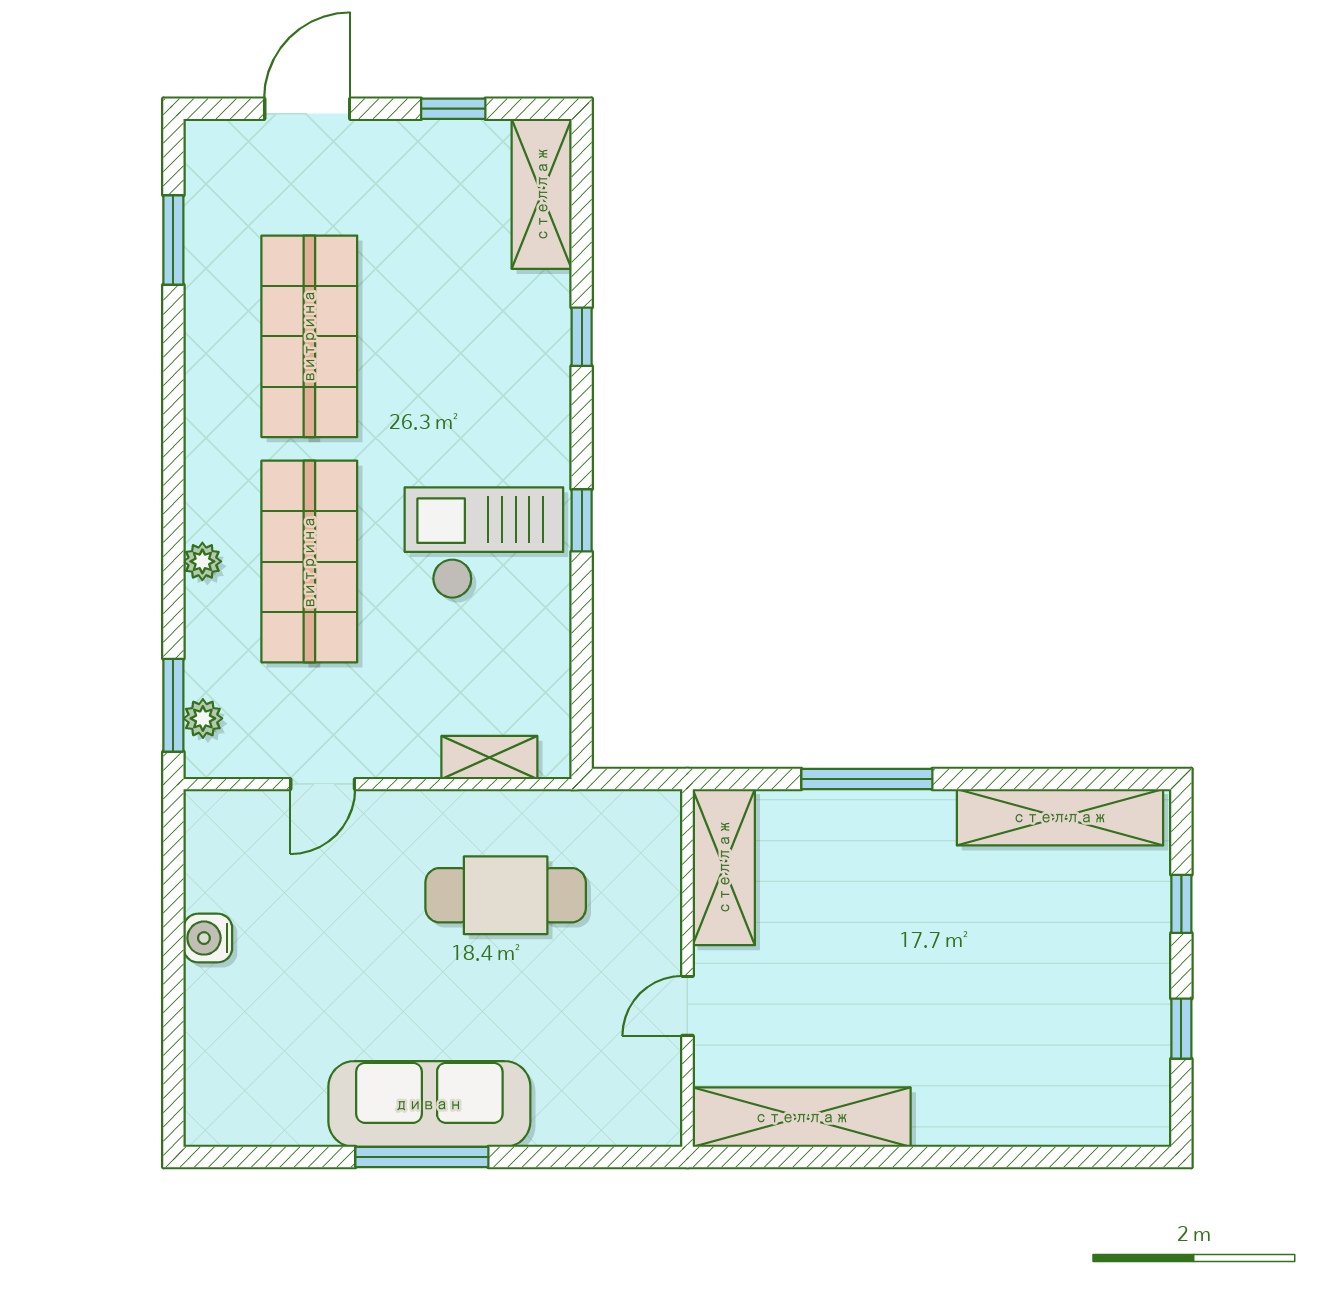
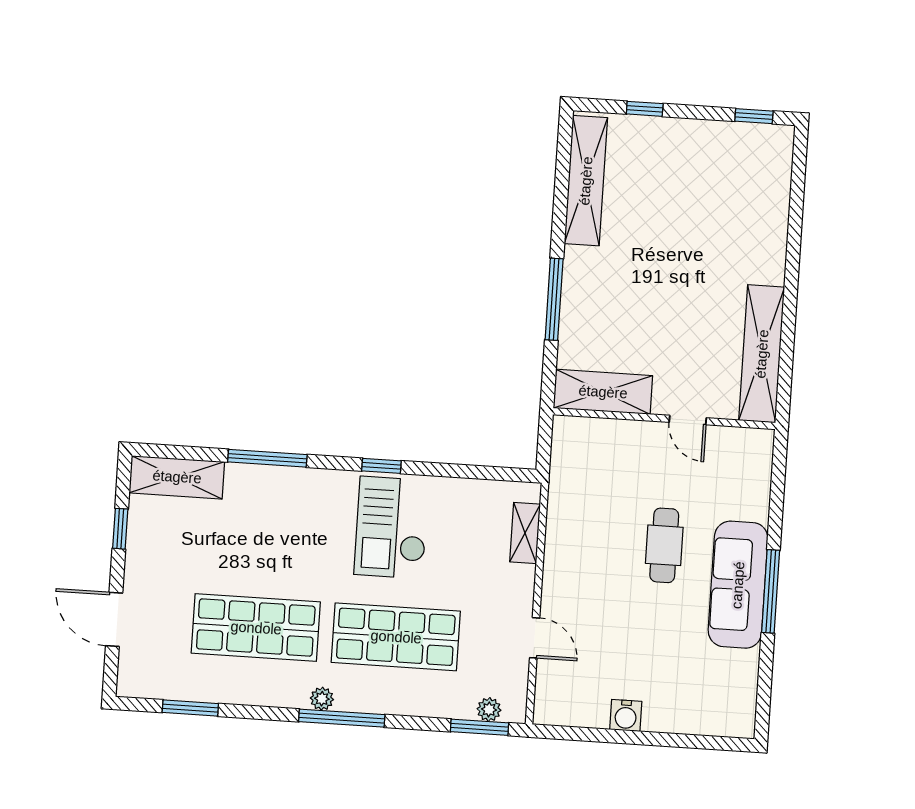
window: (582, 337) -> (267, 458), width x2.17
window: (173, 484) -> (342, 718), added
plant: (202, 561) -> (322, 699), moved
cafe table: (506, 895) -> (664, 545), moved, width x0.73, depth x0.74
window: (1181, 1029) -> (754, 116), moved

